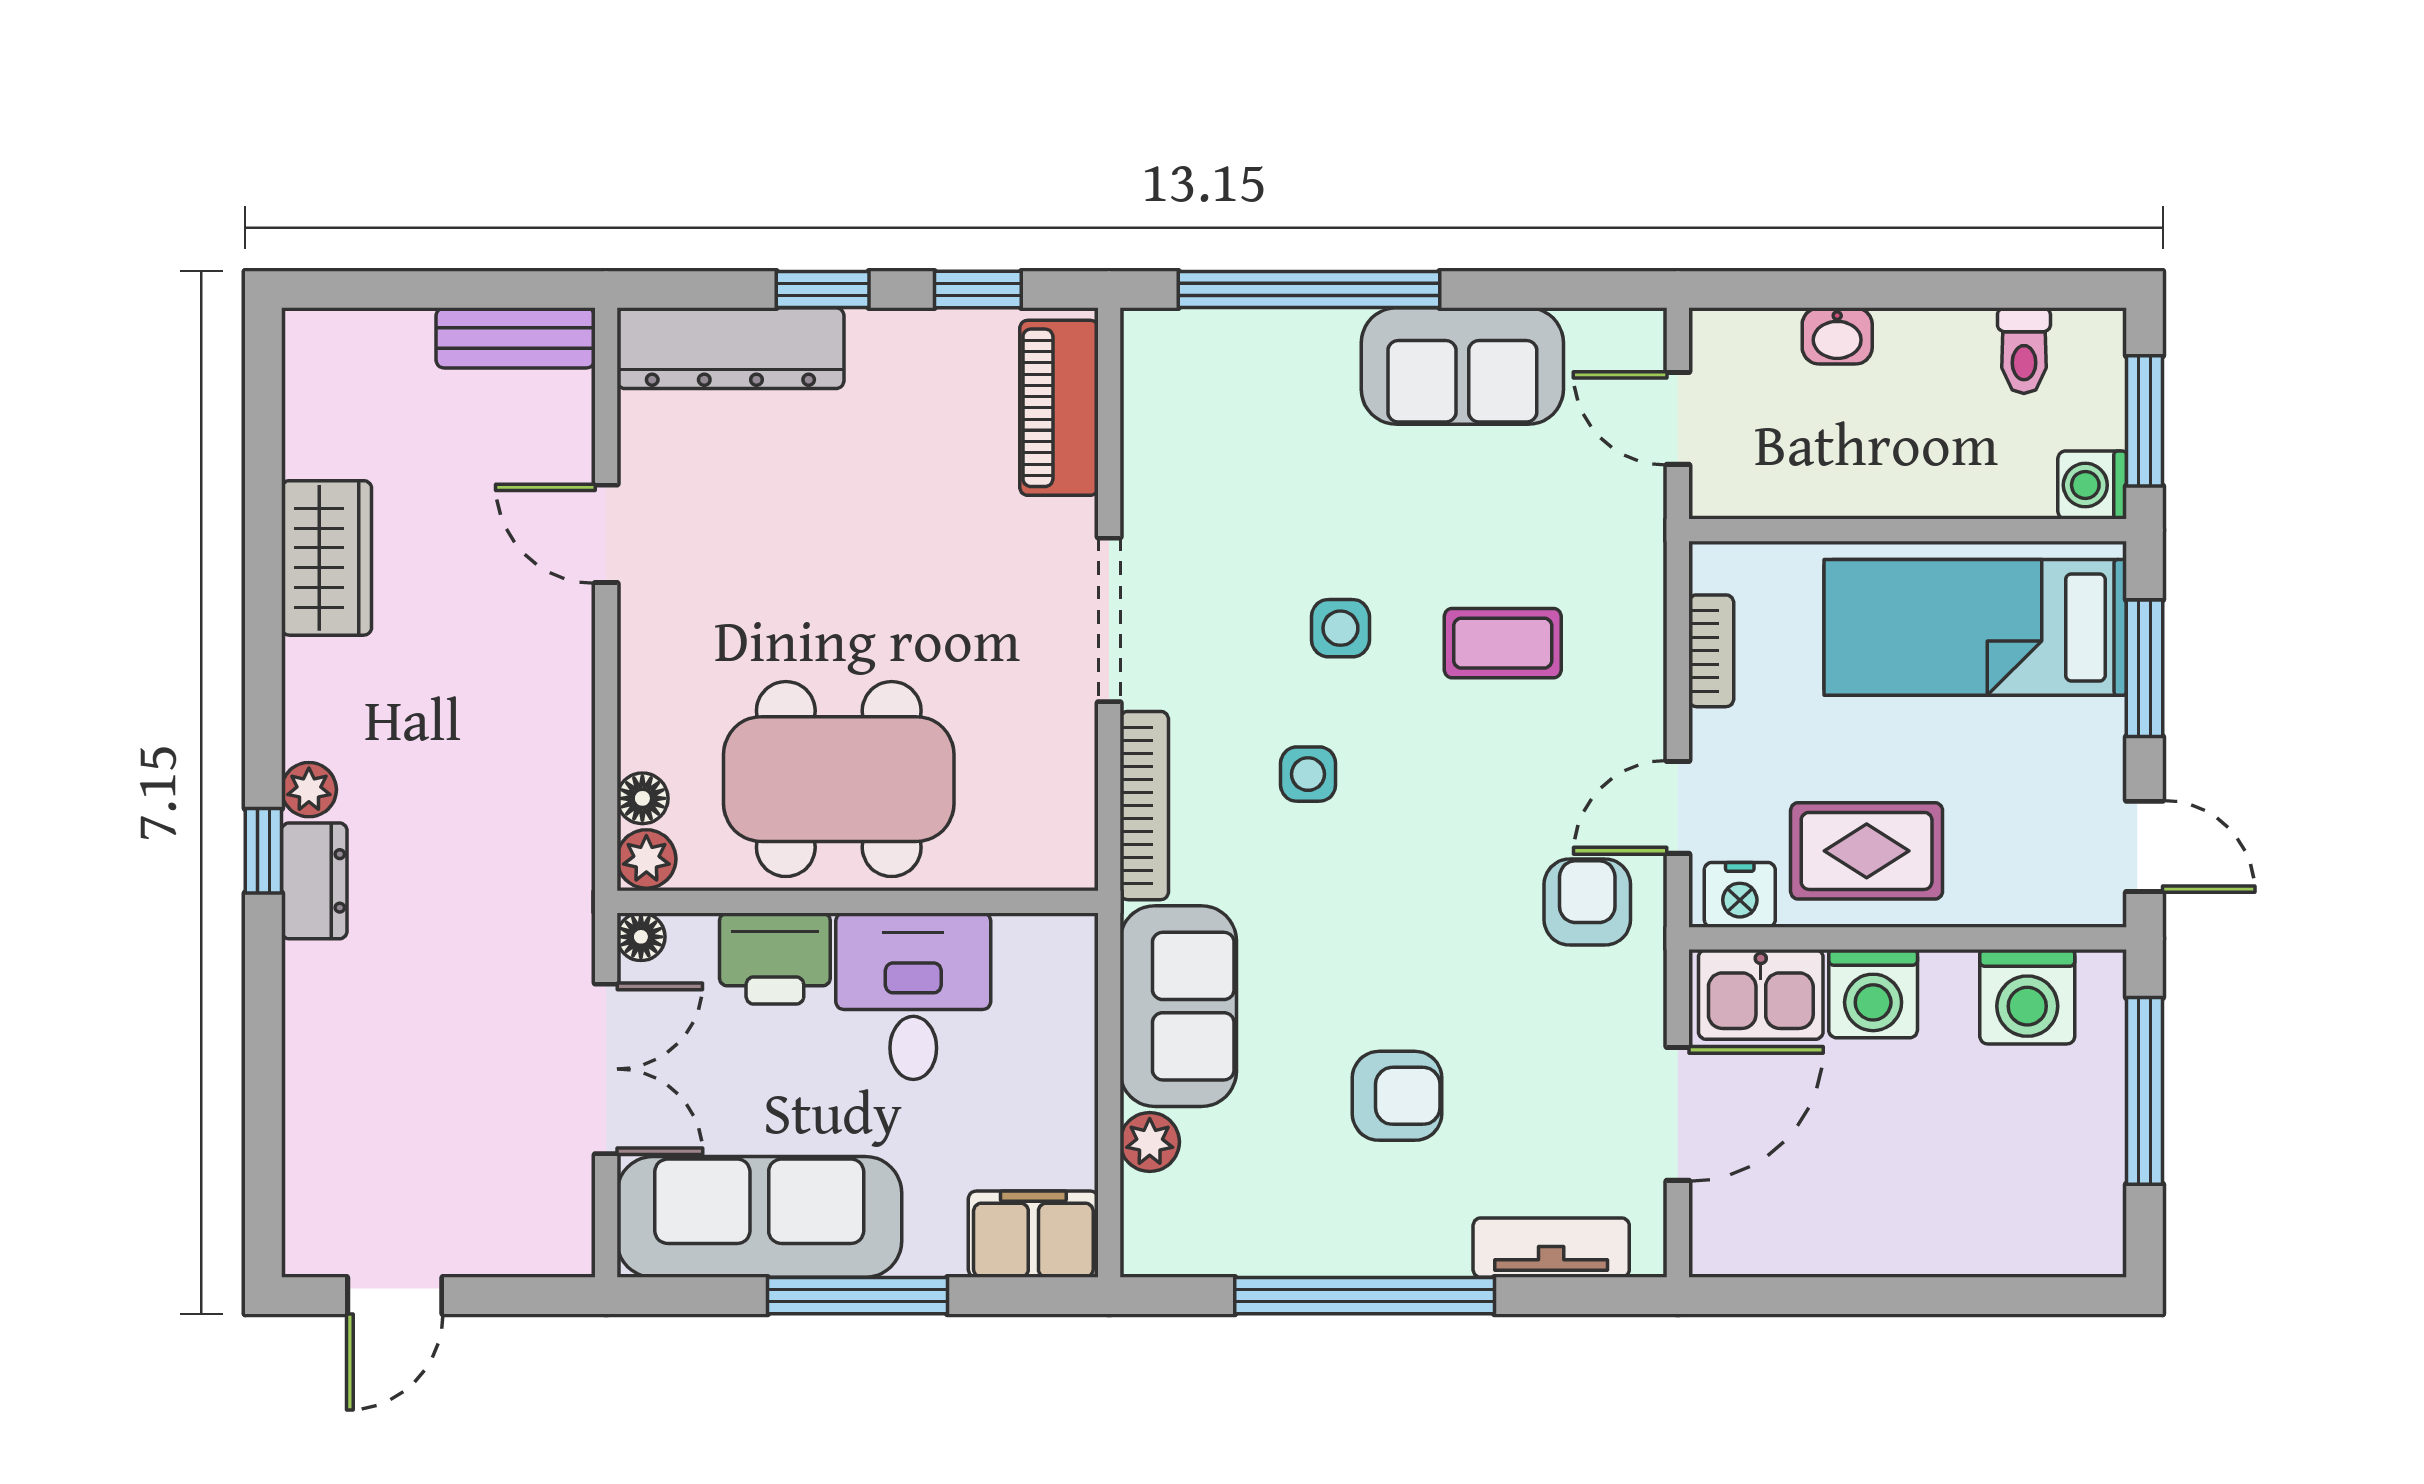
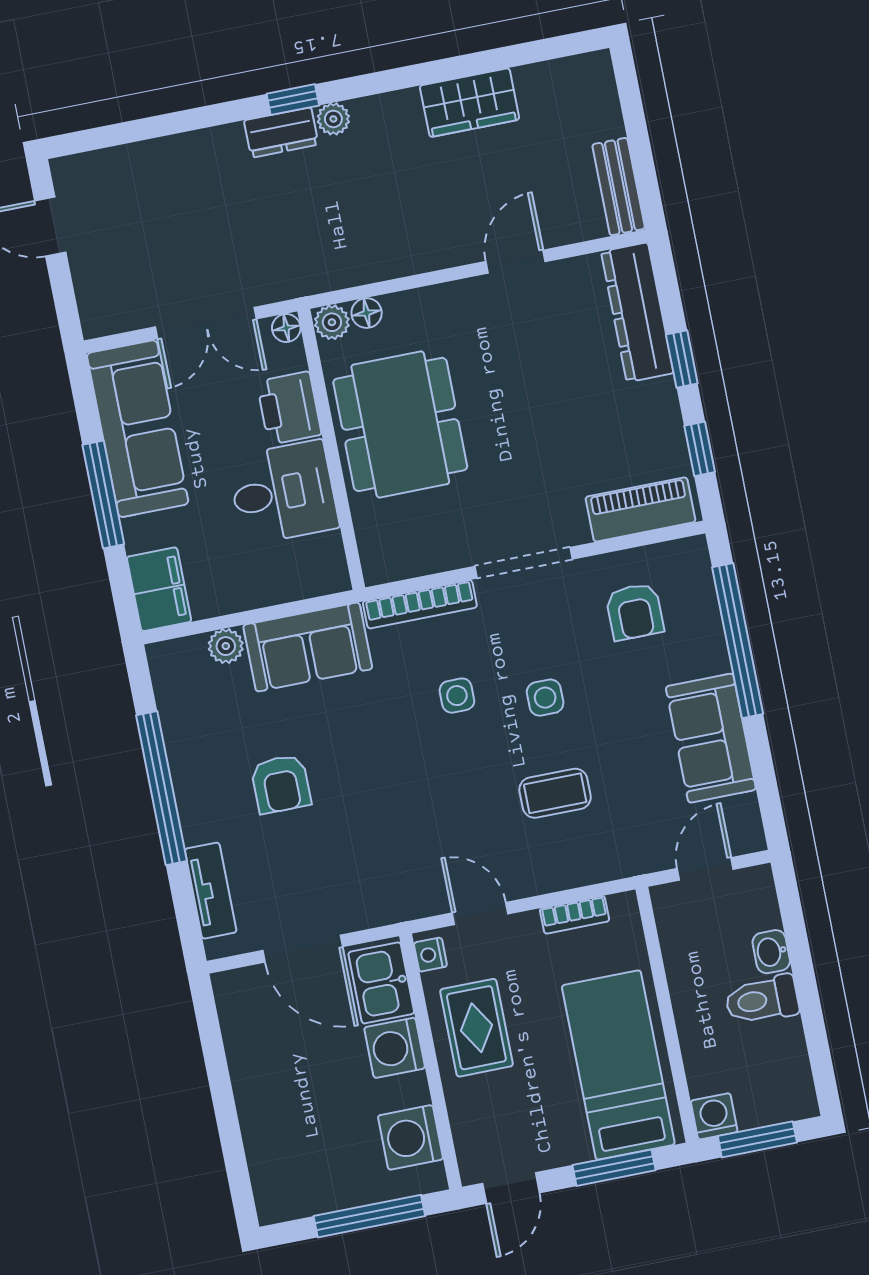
toilet: (2024, 351) -> (762, 1000), moved, width x1.37, depth x1.39
coffee table: (1503, 643) -> (555, 793), turned 90
nightstand: (1740, 895) -> (430, 955), width x0.72, depth x0.74
armchair: (1587, 902) -> (635, 612), moved, turned 90

